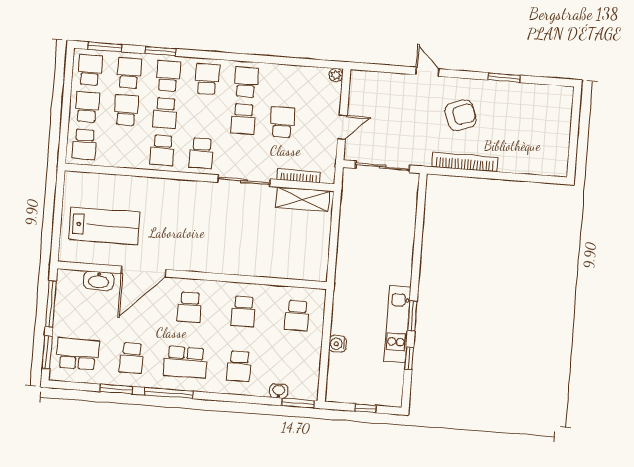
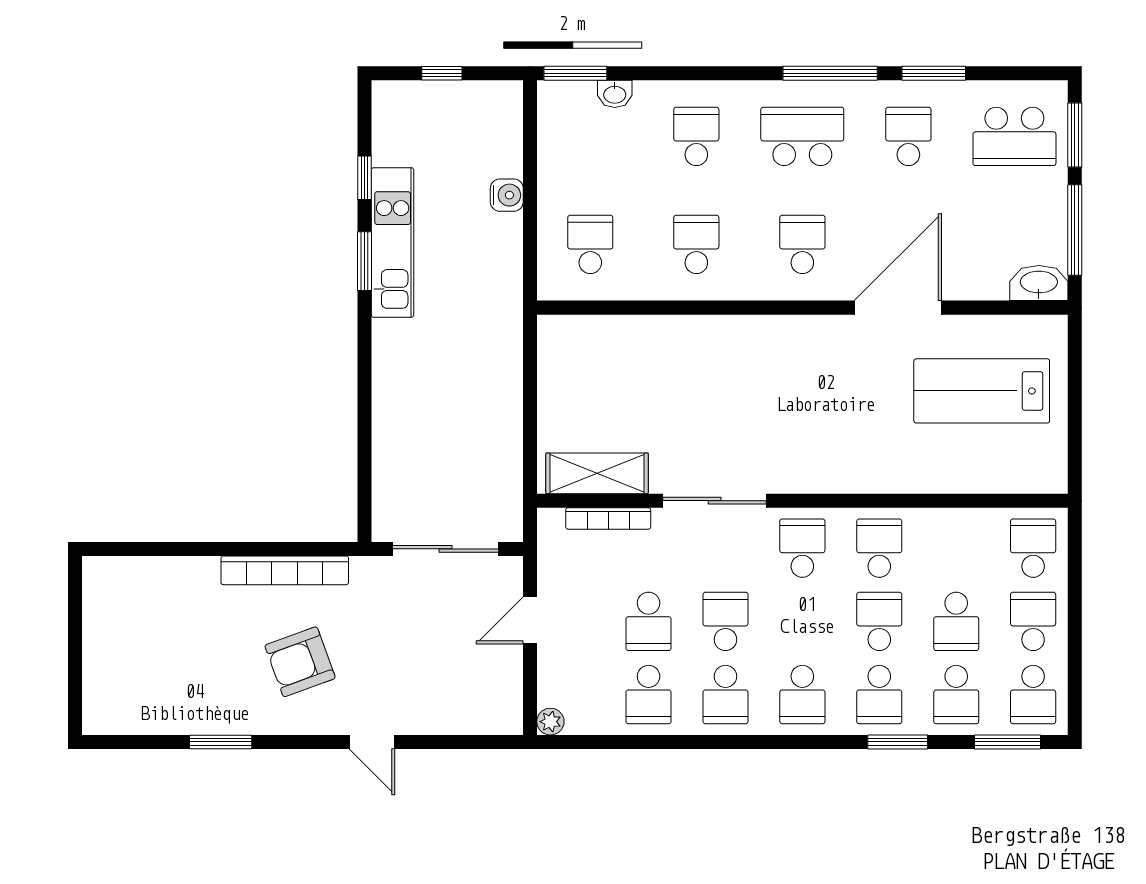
school desk: (285, 85) -> (649, 695), added
school desk: (87, 107) -> (1033, 621), turned 180
washbasin: (99, 281) -> (1039, 283), moved

